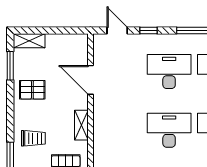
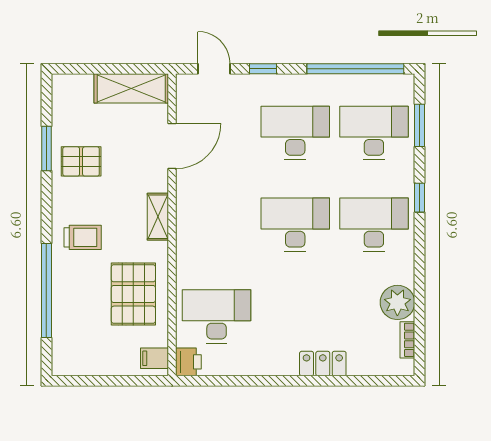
shelving: (29, 41) -> (131, 88), moved, width x1.50, depth x1.33
window: (10, 66) -> (46, 149), moved
door: (90, 80) -> (172, 146), swing flipped

